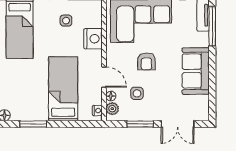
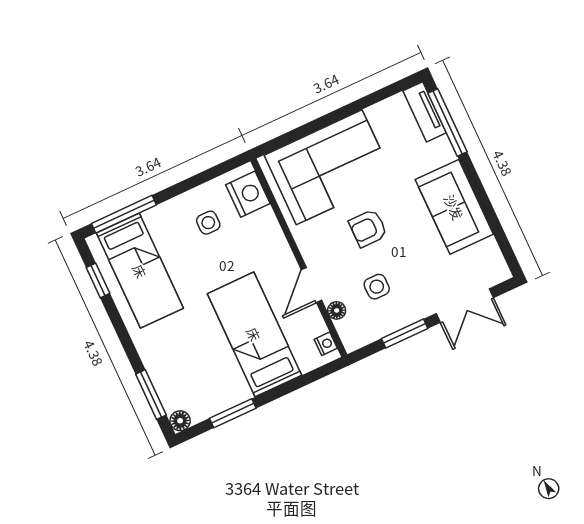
nightstand: (93, 39) -> (248, 194), moved
armchair: (146, 61) -> (368, 228), turned 90
door: (104, 77) -> (312, 285), swing flipped
plant: (112, 109) -> (348, 330), removed

